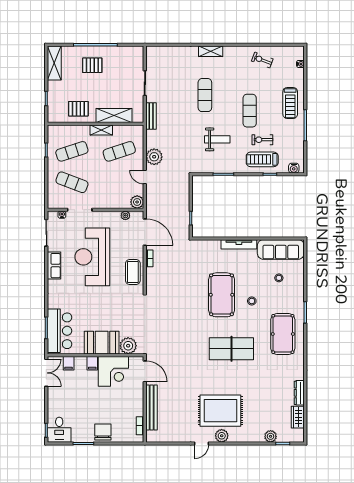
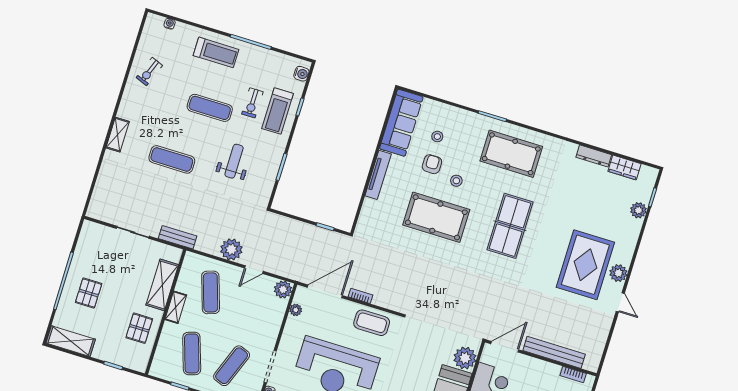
armchair: (258, 280) -> (432, 164), added

